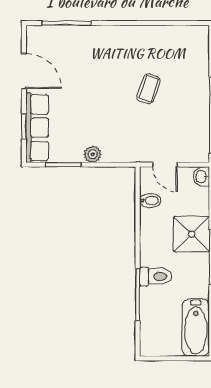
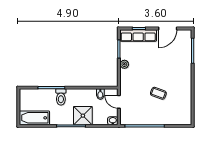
door: (165, 165) -> (119, 102), hinge flipped

